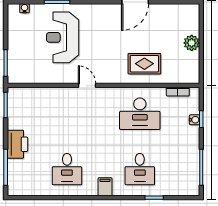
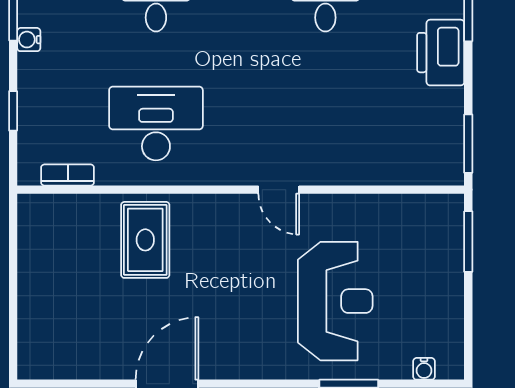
plant: (192, 43) -> (35, 288), removed
rug: (144, 64) -> (145, 240), turned 90
water cooler: (194, 120) -> (29, 40), moved

